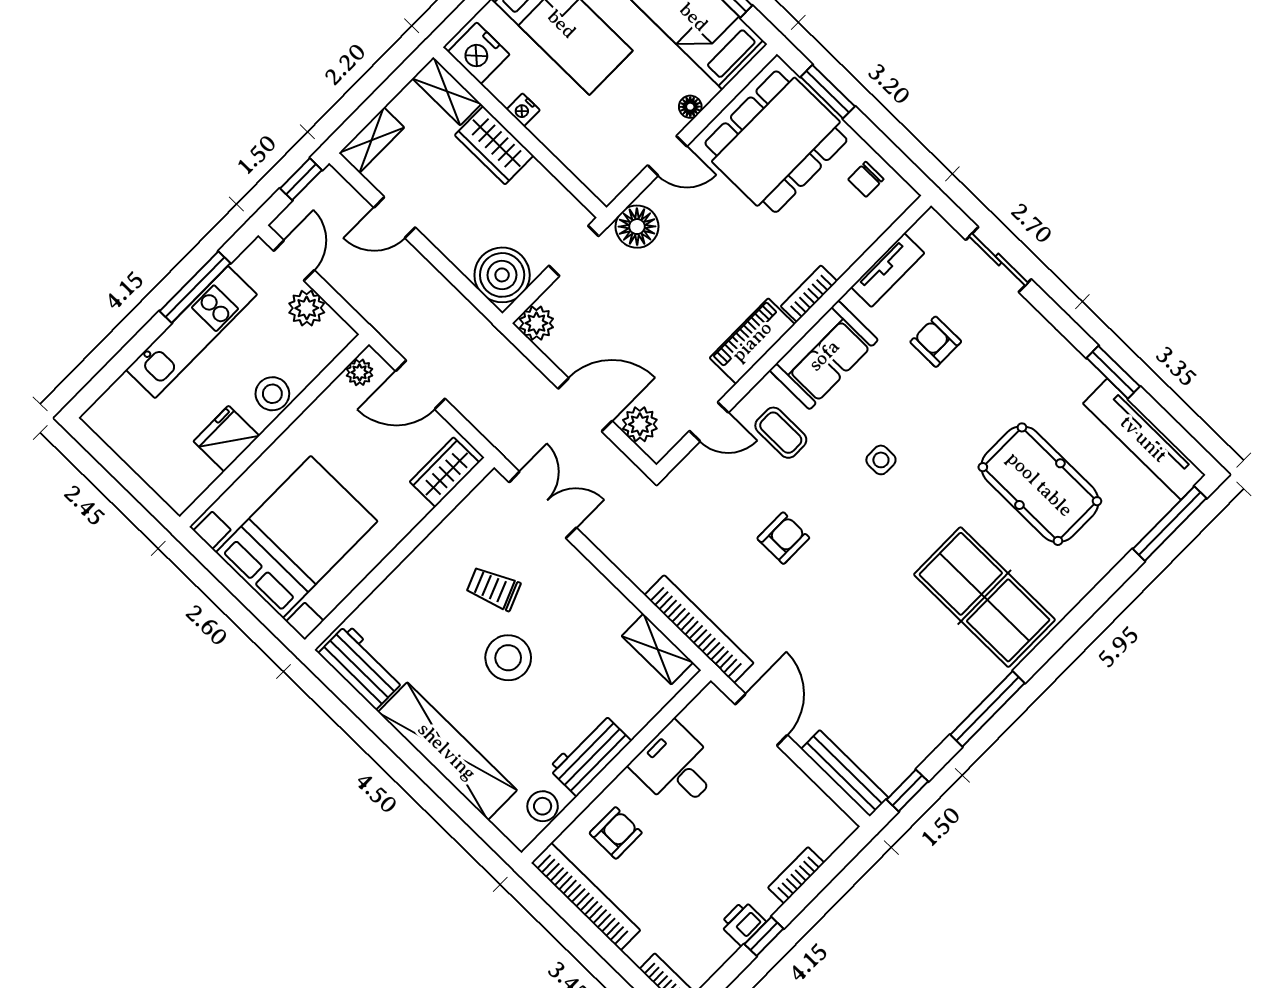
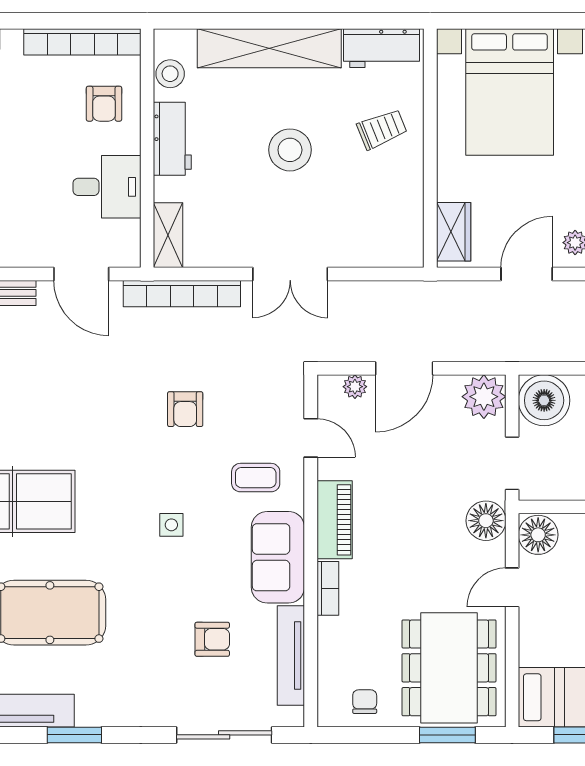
floor lamp: (690, 107) -> (538, 535), moved, width x1.89, depth x1.89
sliding door: (999, 260) -> (224, 735), width x1.37
tv unit: (888, 270) -> (291, 655), width x1.41
plant: (536, 323) -> (484, 397), width x1.36, depth x1.36
door: (709, 422) -> (311, 438), swing flipped
plant: (640, 424) -> (355, 387), width x0.73, depth x0.73
double door: (543, 505) -> (290, 274), moved
trolley: (493, 588) -> (382, 129), moved
shelving: (657, 649) -> (168, 235), moved, turned 90

